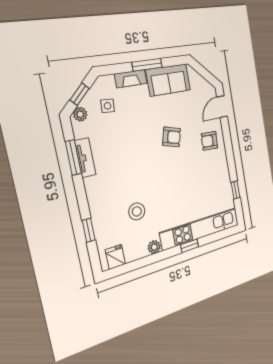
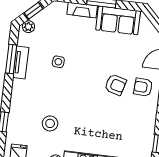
side table: (108, 106) -> (58, 62), moved
armchair: (172, 137) -> (115, 85), moved

